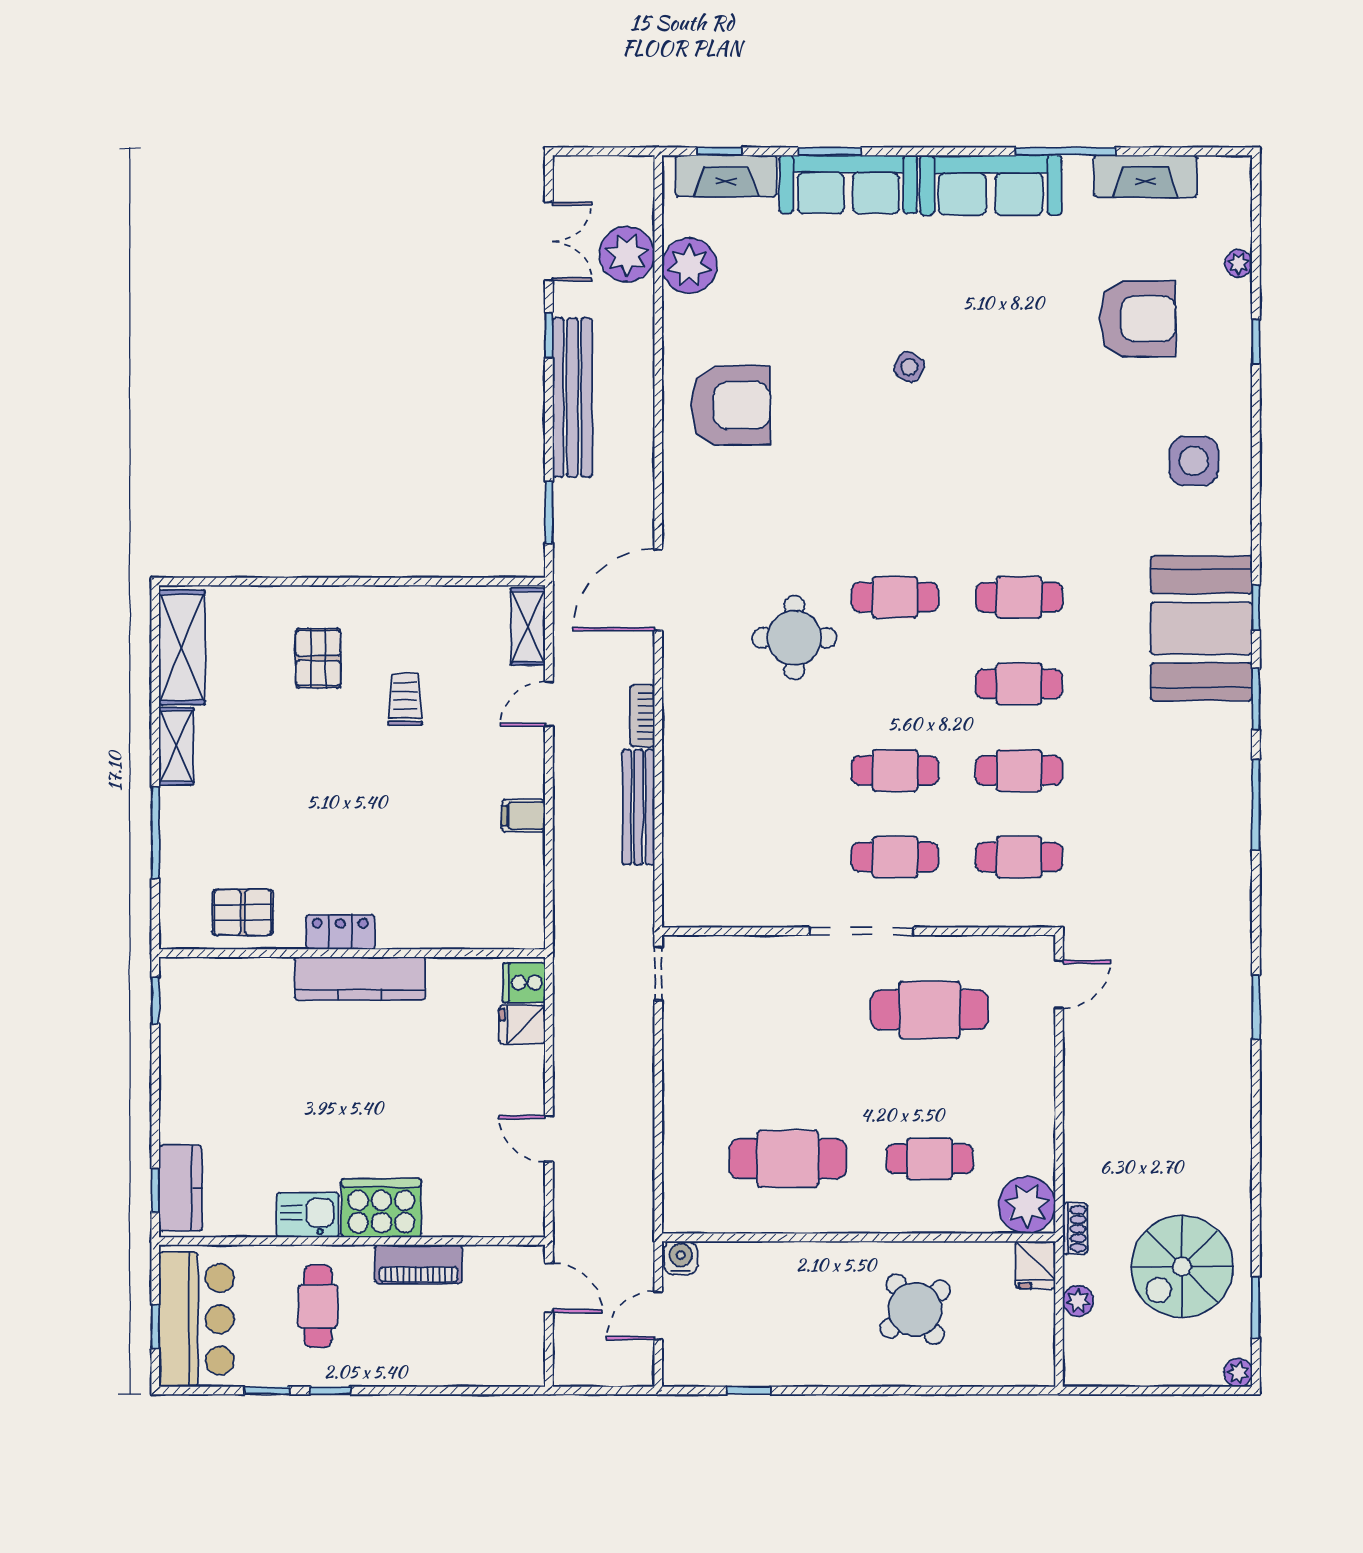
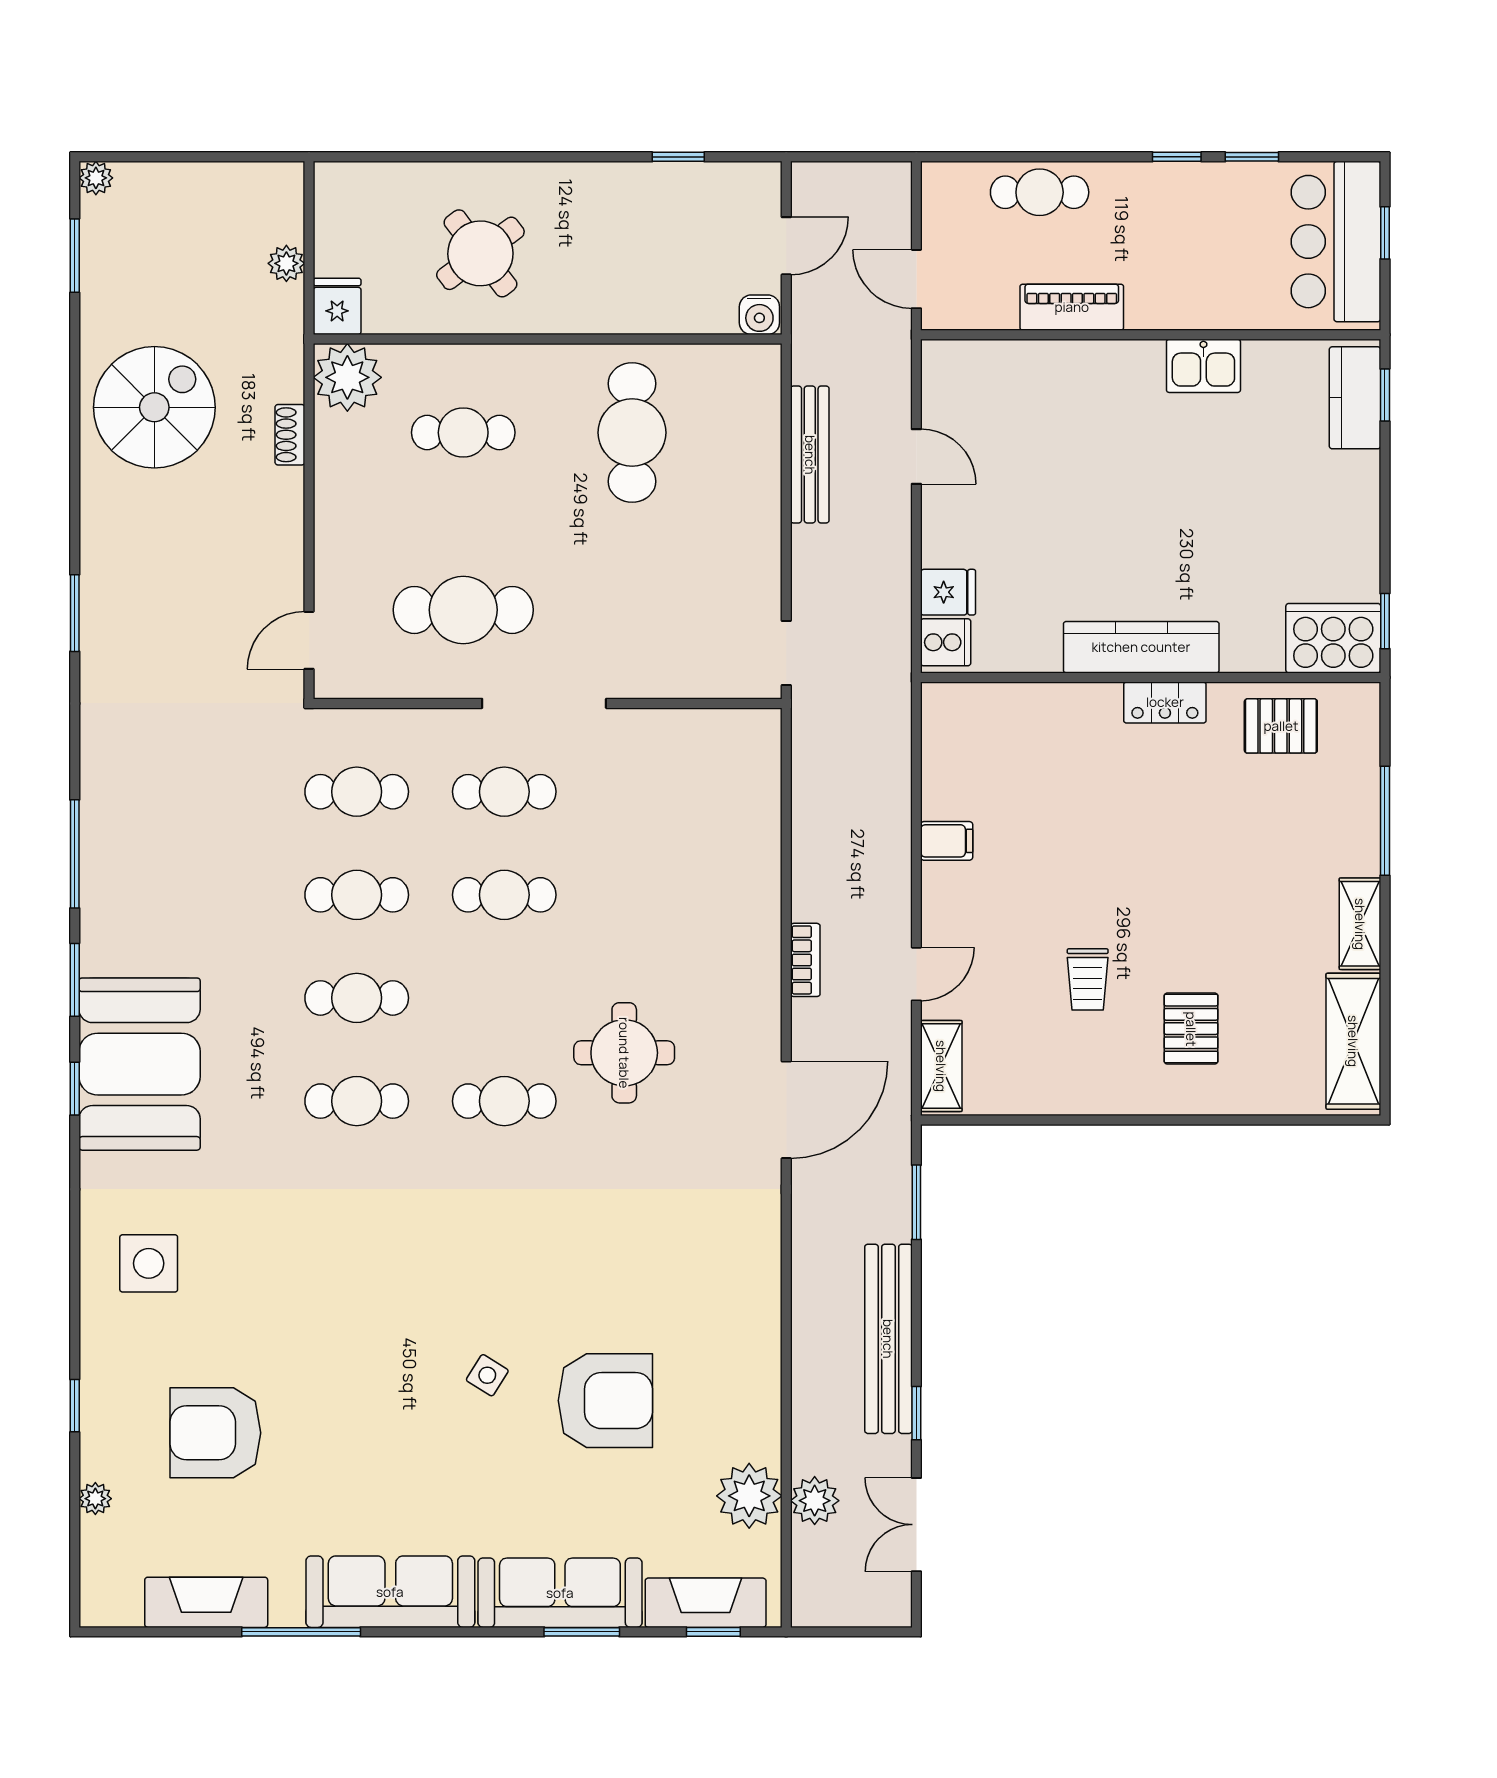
plant: (627, 254) -> (815, 1501), width x0.73, depth x0.73
armchair: (731, 405) -> (605, 1401), moved, turned 180
bench: (638, 807) -> (810, 455), moved
cafe table: (788, 1159) -> (632, 433), turned 90
cooker: (381, 1208) -> (1333, 638), moved, turned 180
shoe rack: (1075, 1229) -> (290, 435), moved
spiral stairs: (1182, 1267) -> (154, 407), moved
cafe table: (318, 1306) -> (1040, 192), moved, turned 90

